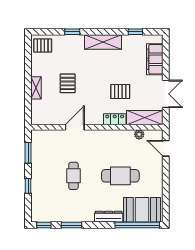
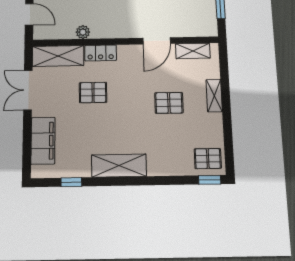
window: (72, 32) -> (210, 180), moved
pallet: (68, 83) -> (169, 103), turned 90
shelving: (49, 119) -> (193, 51), added
plant: (139, 134) -> (83, 32), moved

